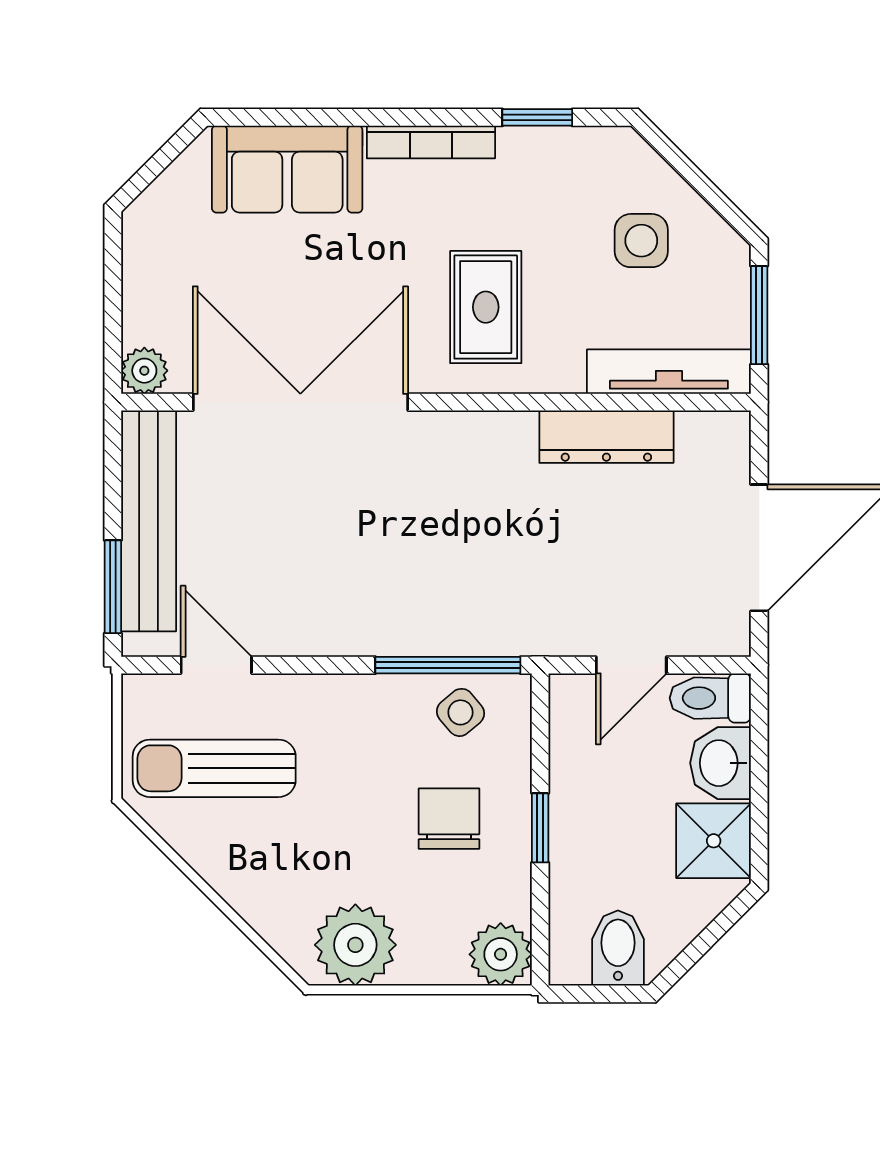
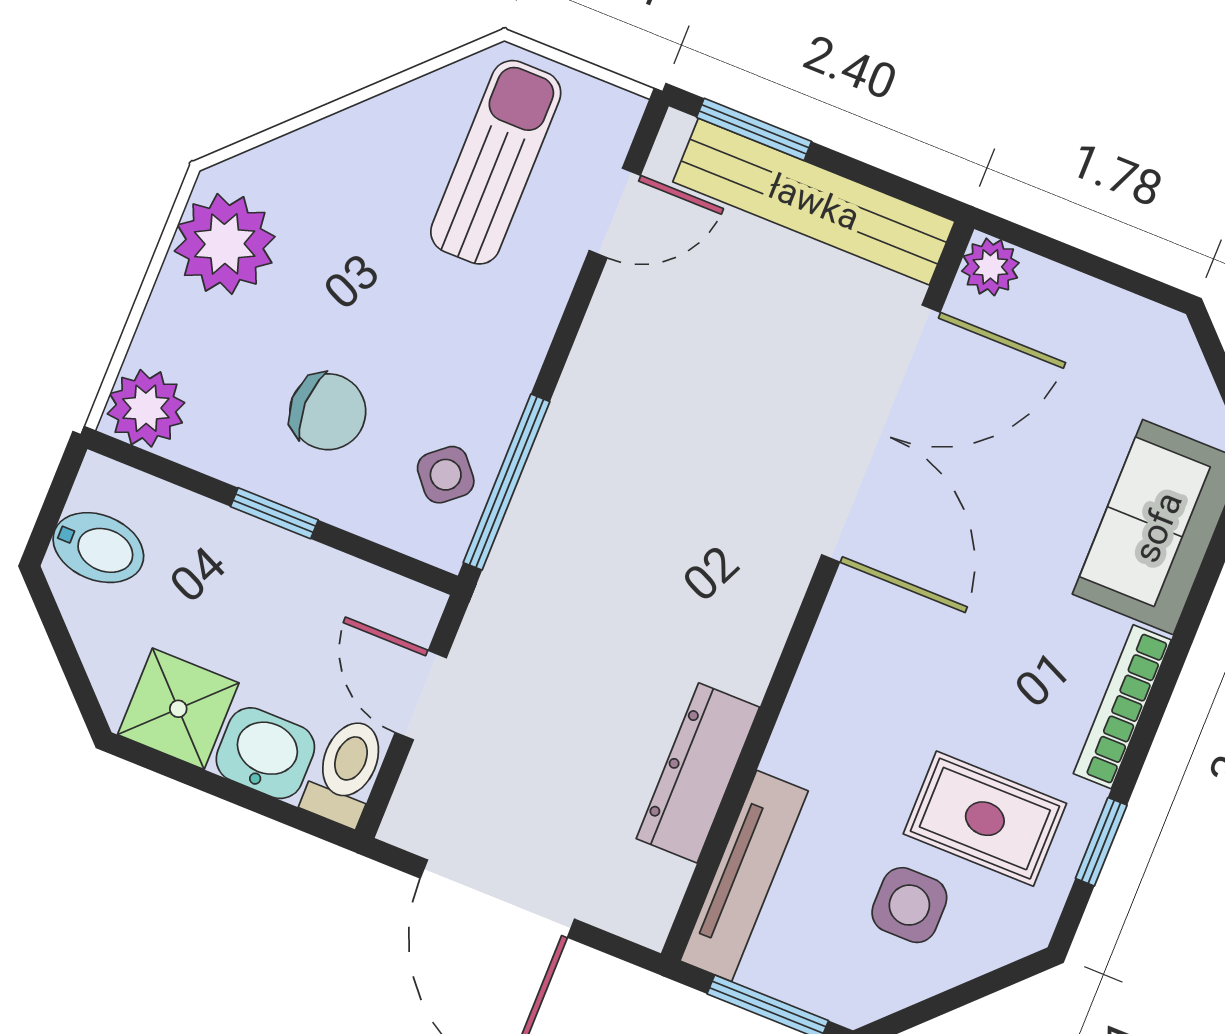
rug: (486, 307) -> (985, 819), moved

